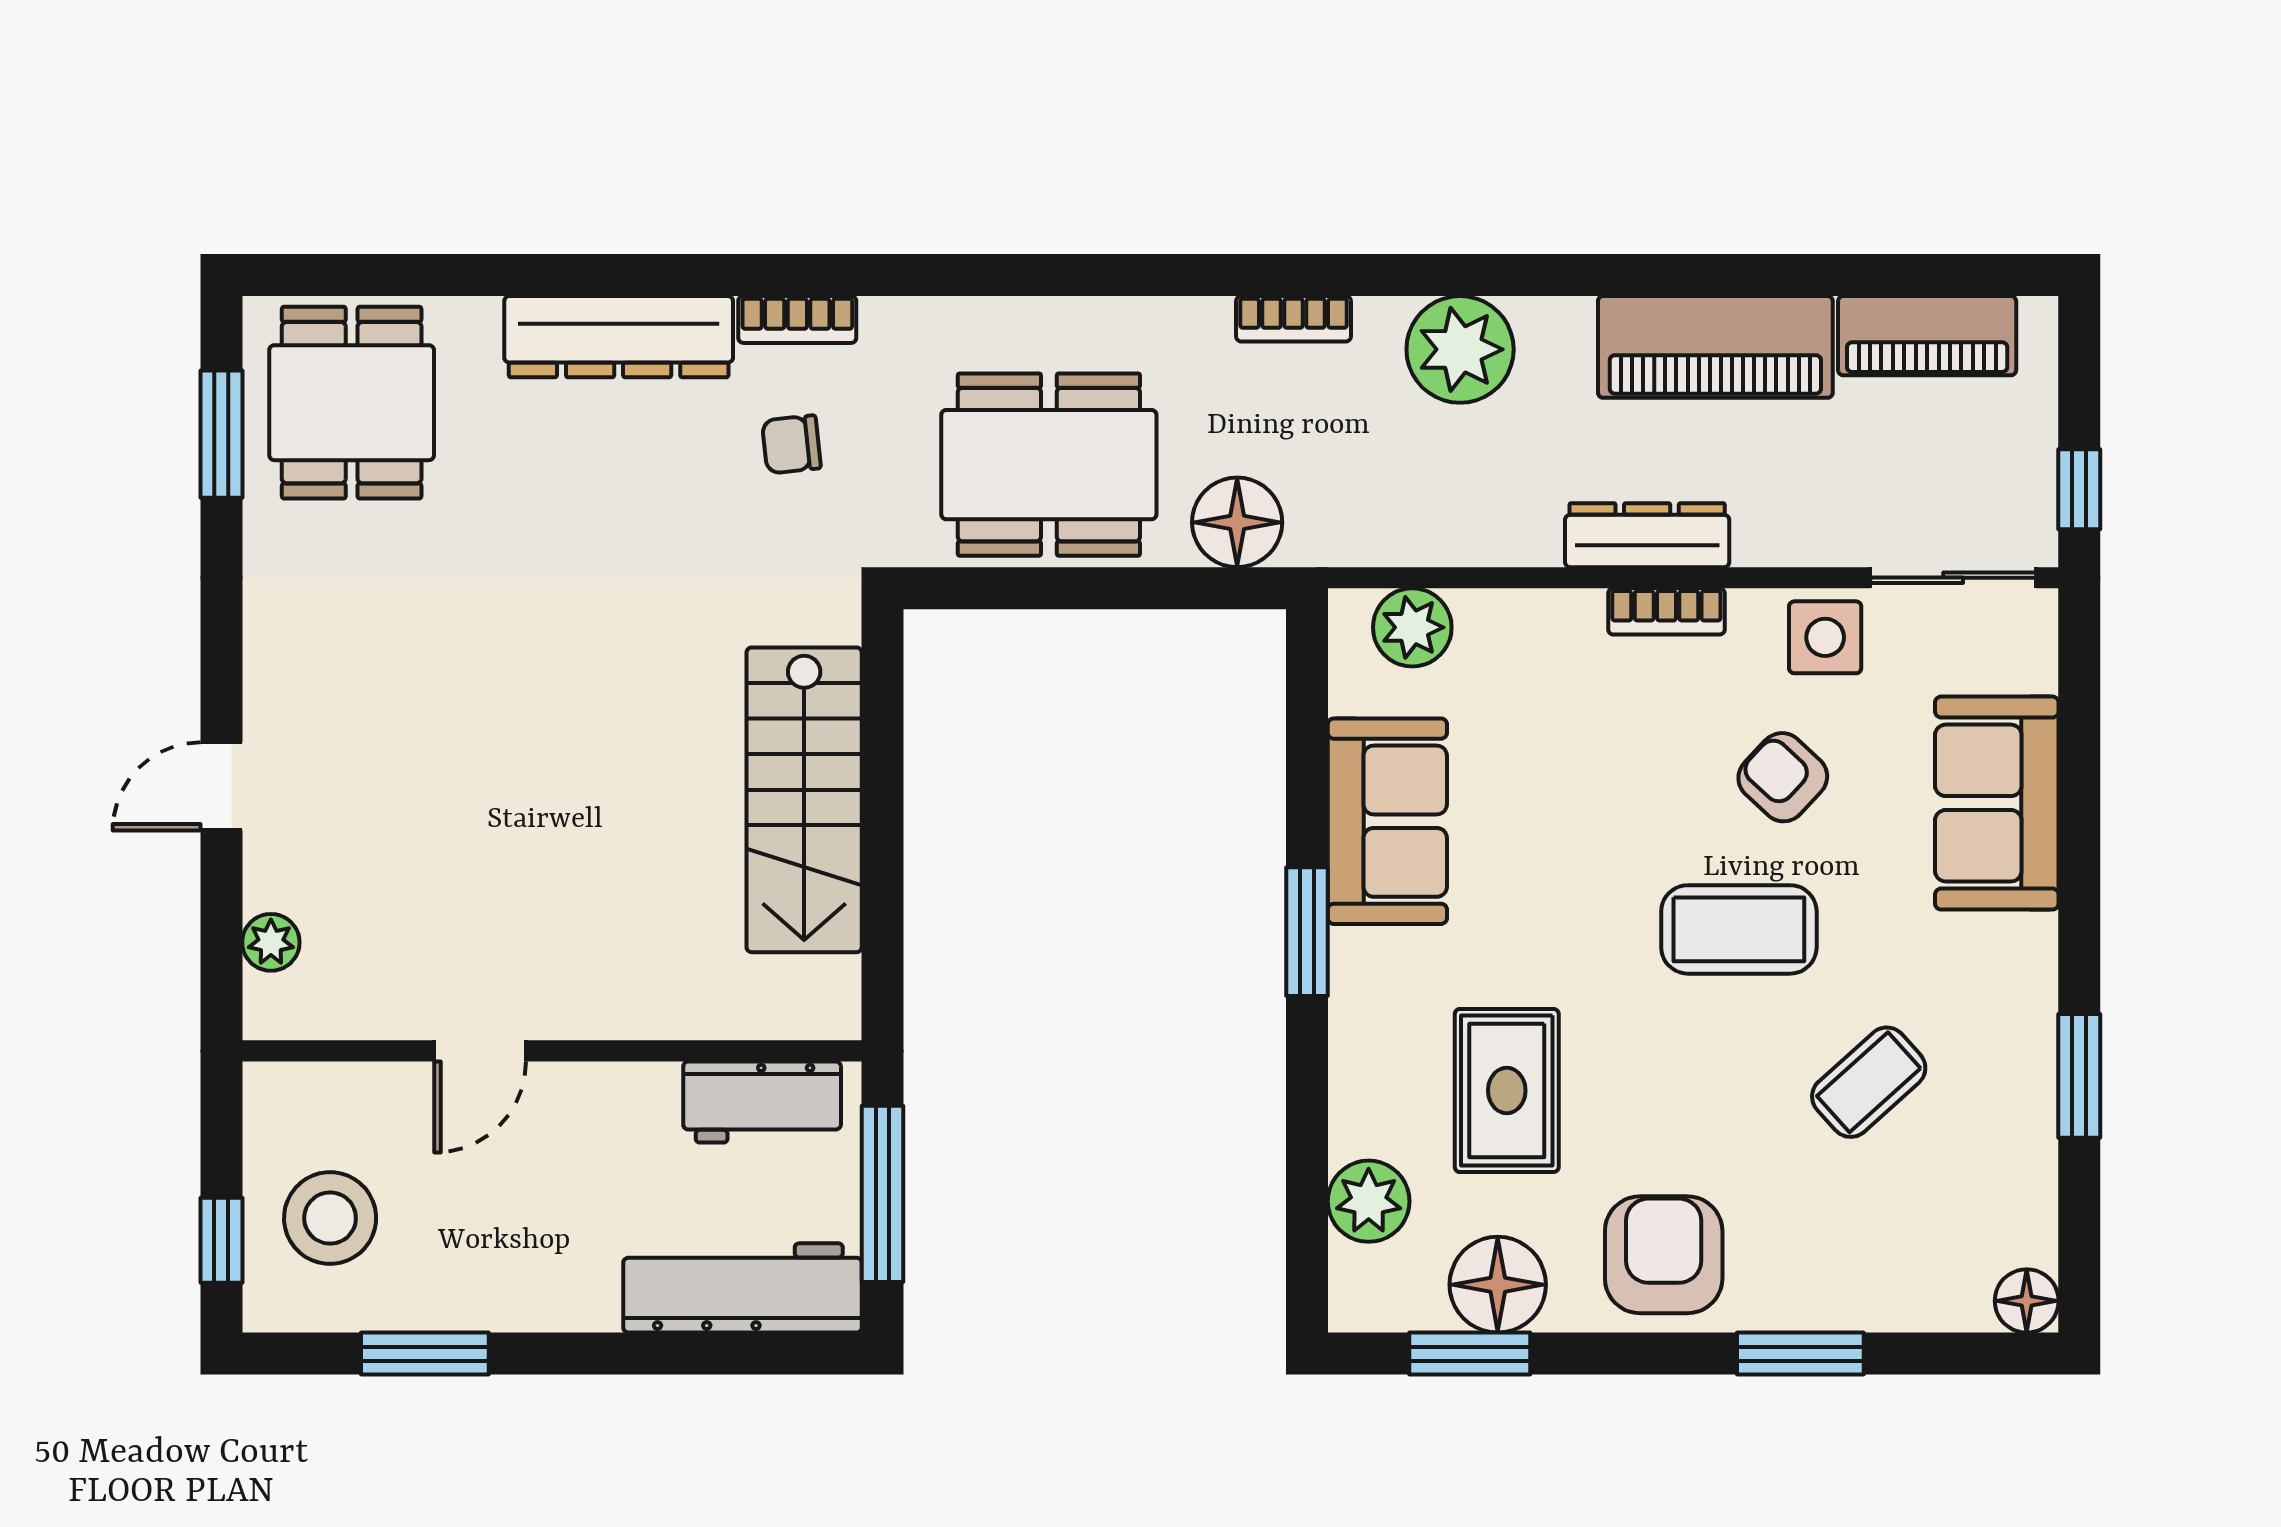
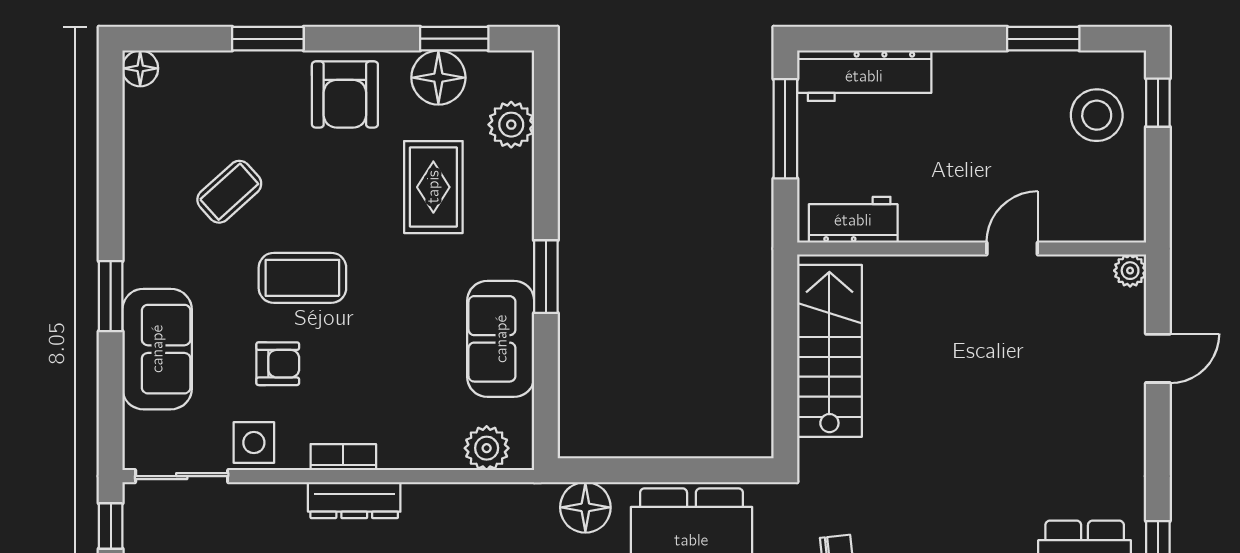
armchair: (1783, 777) -> (278, 364), turned -43
door: (480, 1051) -> (1012, 249), moved
wall: (552, 1051) -> (972, 249), moved
window: (2079, 1076) -> (111, 296), moved
workbench: (762, 1102) -> (853, 220), moved

